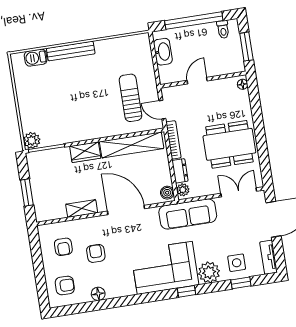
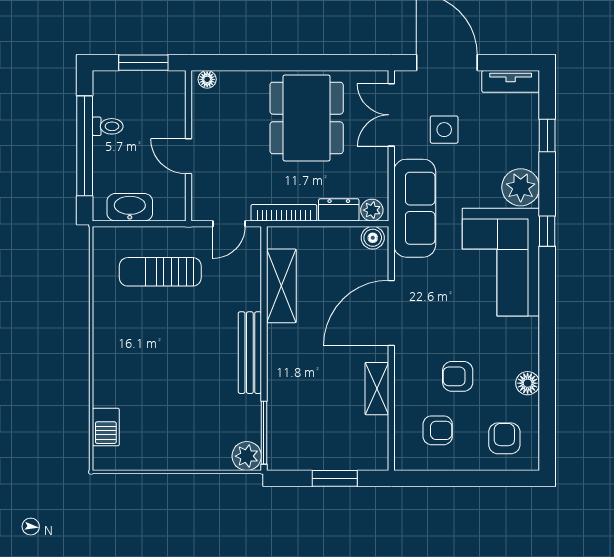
toilet: (223, 29) -> (108, 126), moved
bench: (71, 51) -> (250, 353), moved
sun lounger: (130, 98) -> (160, 272), moved
shelving: (132, 145) -> (281, 286), width x0.68
wardrobe: (85, 152) -> (281, 367), removed
side table: (237, 263) -> (444, 130), moved

